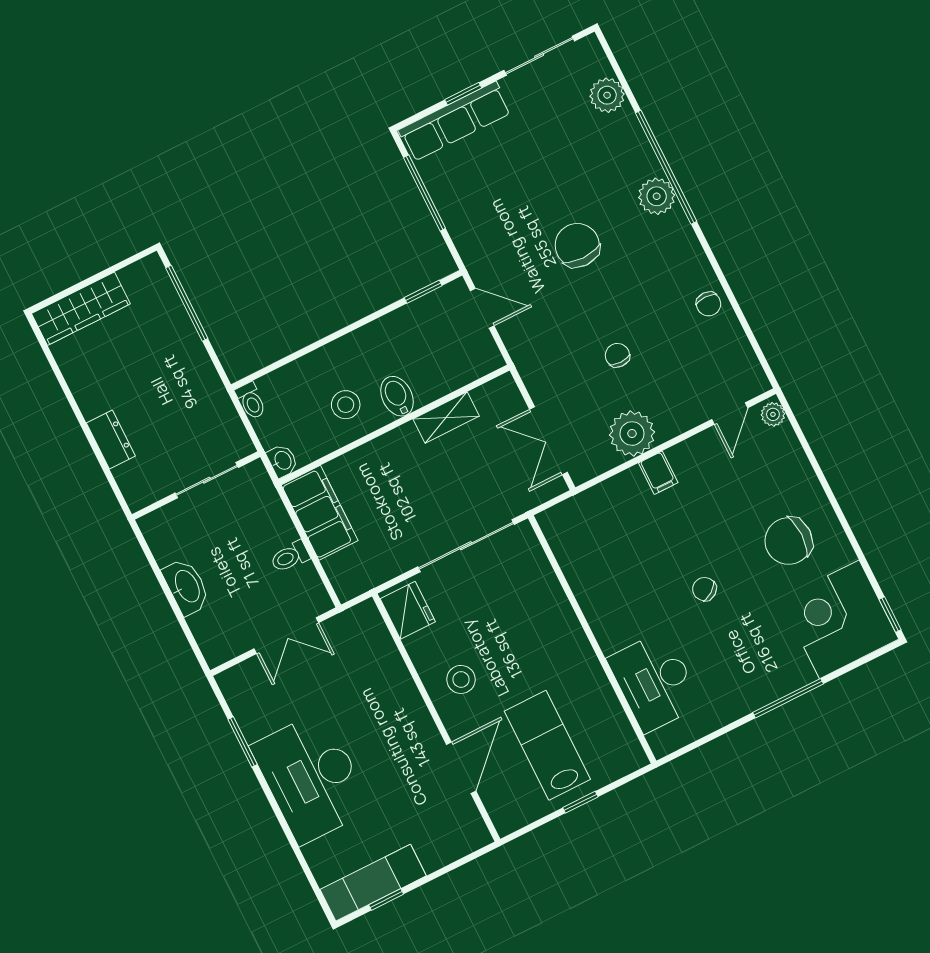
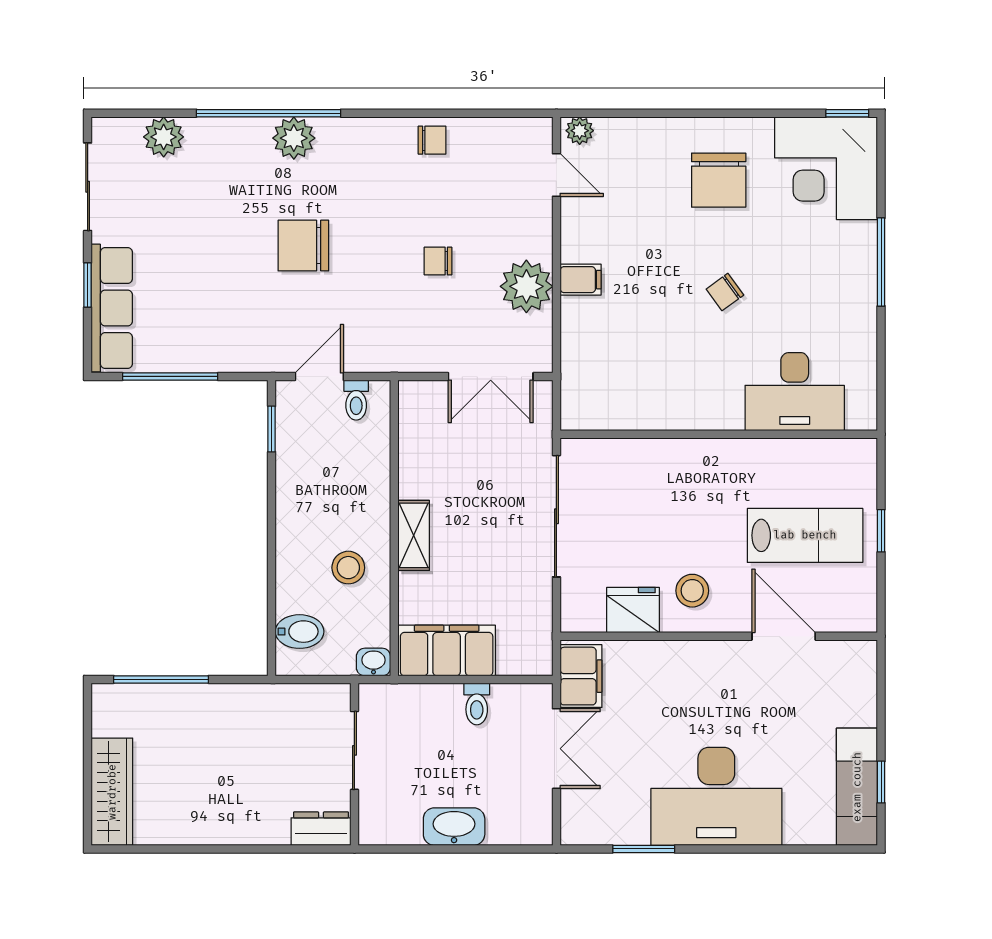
bidet: (397, 396) -> (300, 632), moved, turned 180
toilet: (251, 401) -> (356, 400), moved, turned 90
shelving: (446, 417) -> (414, 535), moved
dresser: (111, 440) -> (321, 829), moved
fridge: (408, 610) -> (633, 610), moved
filing cabinet: (352, 627) -> (581, 676), added
lab bench: (547, 745) -> (805, 535), turned 180

